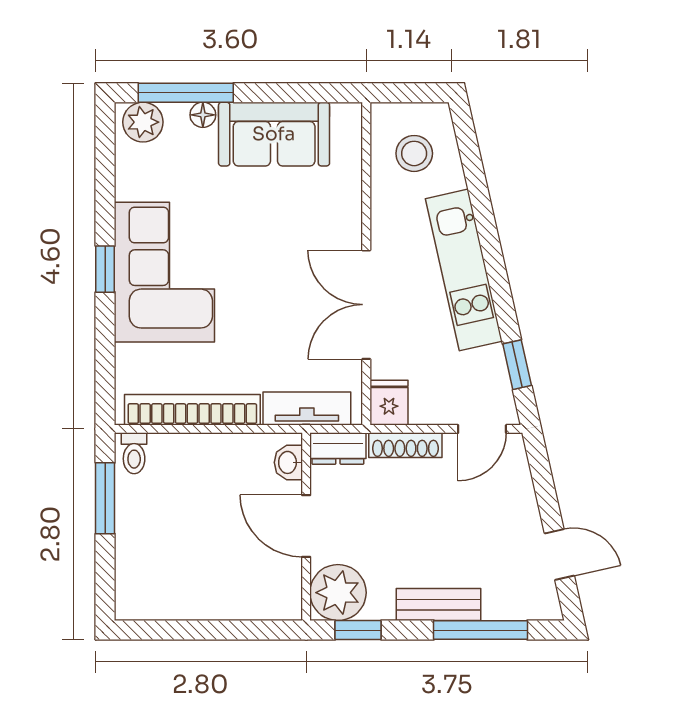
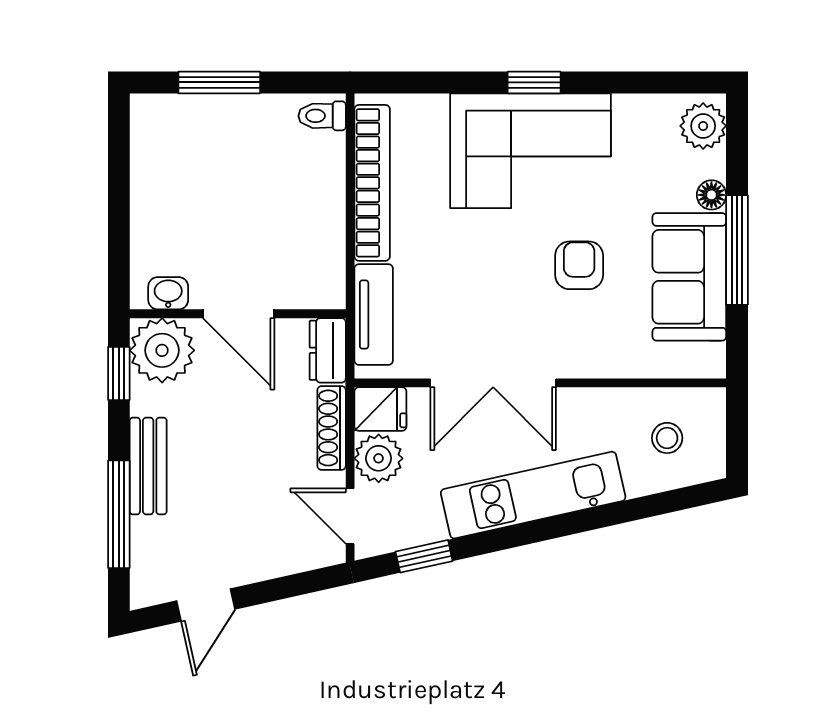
window: (186, 93) -> (737, 250), moved
stool: (414, 153) -> (667, 438), width x0.73, depth x0.73
armchair: (264, 230) -> (579, 265), added
double door: (366, 305) -> (493, 383), swing flipped
plant: (432, 404) -> (379, 458), added
washbasin: (288, 462) -> (168, 293), moved
window: (105, 498) -> (219, 82), moved
door: (306, 526) -> (239, 314), swing flipped

